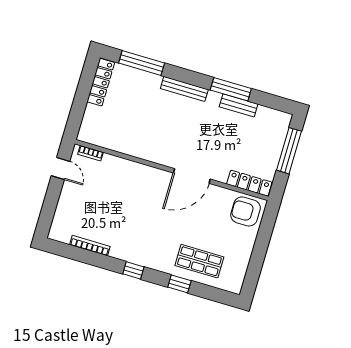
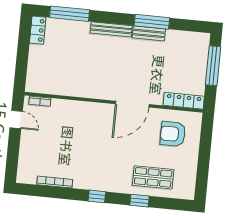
locker: (101, 82) -> (38, 30), width x0.66
bench: (239, 105) -> (149, 33), moved
armchair: (246, 211) -> (173, 134), moved

